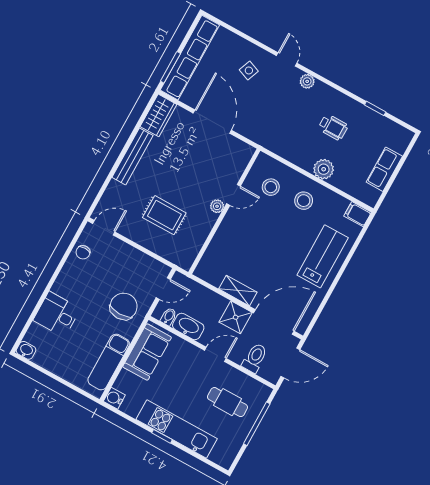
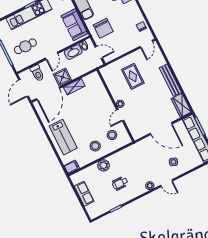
rug: (164, 215) -> (133, 76), turned 90
door: (163, 289) -> (99, 52), swing flipped

